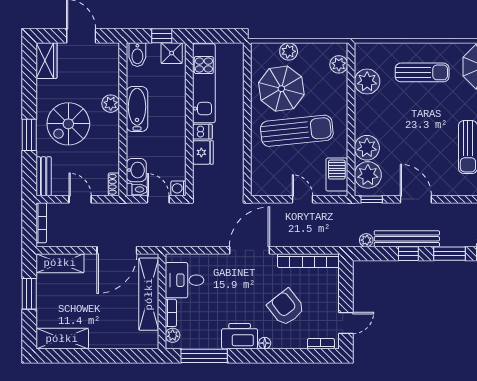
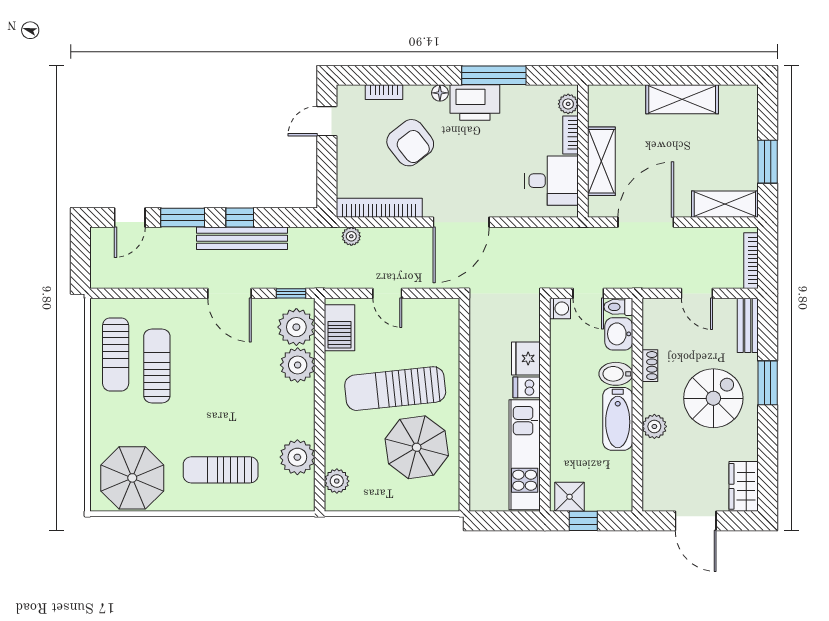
plant: (289, 51) -> (407, 499), removed
bidet: (137, 55) -> (616, 374), moved, turned -90
shoe rack: (114, 184) -> (650, 366), moved
plant: (366, 240) -> (351, 236), moved
shelving: (149, 294) -> (601, 161), width x0.68
shelving: (62, 339) -> (682, 99), moved
bookcase: (321, 344) -> (384, 92), moved
window: (204, 356) -> (494, 75), moved

